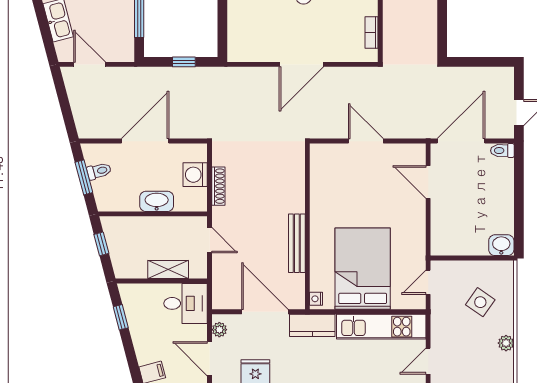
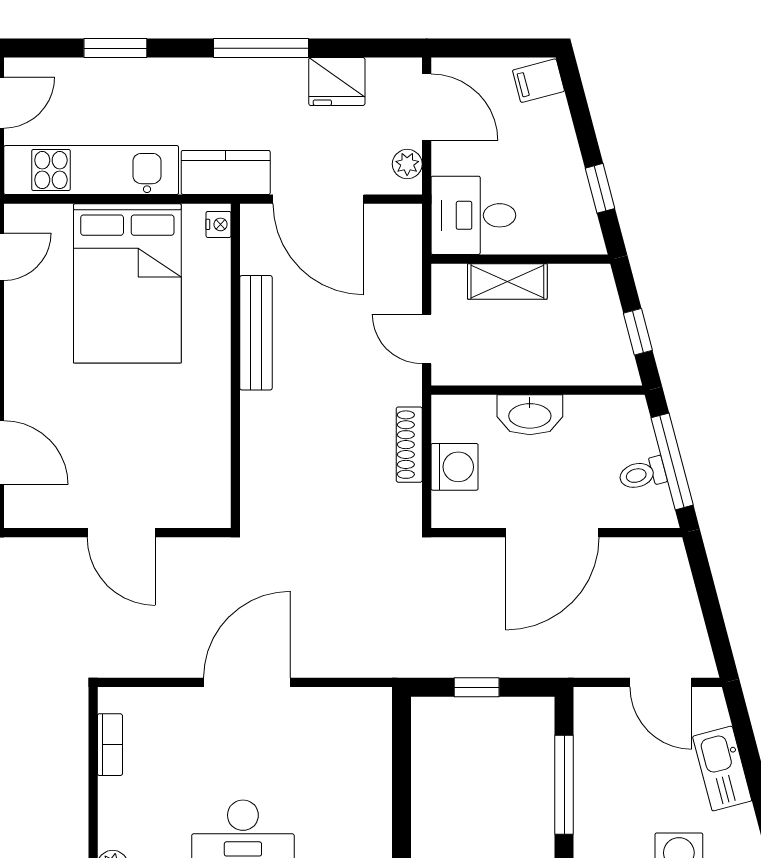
window: (84, 177) -> (672, 461), width x1.44

